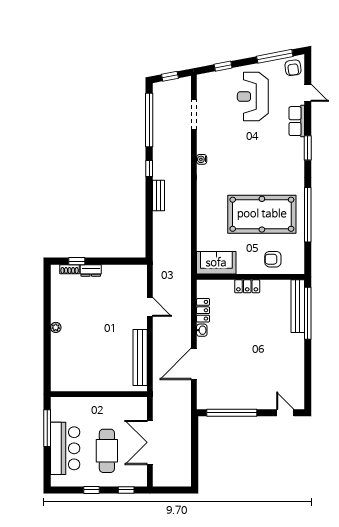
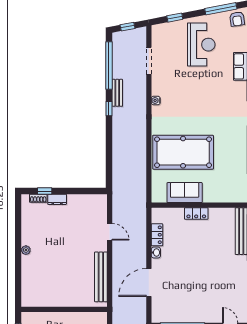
reception desk: (253, 97) -> (201, 45), turned 180
bench: (158, 196) -> (117, 93), moved
pool table: (262, 214) -> (183, 152), moved
armchair: (273, 259) -> (219, 189), removed
sofa: (216, 263) -> (185, 193), moved

